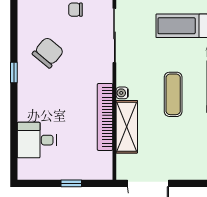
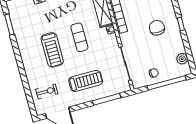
plant: (26, 19) -> (182, 59), added
chair: (48, 52) -> (157, 28), moved, turned 140

